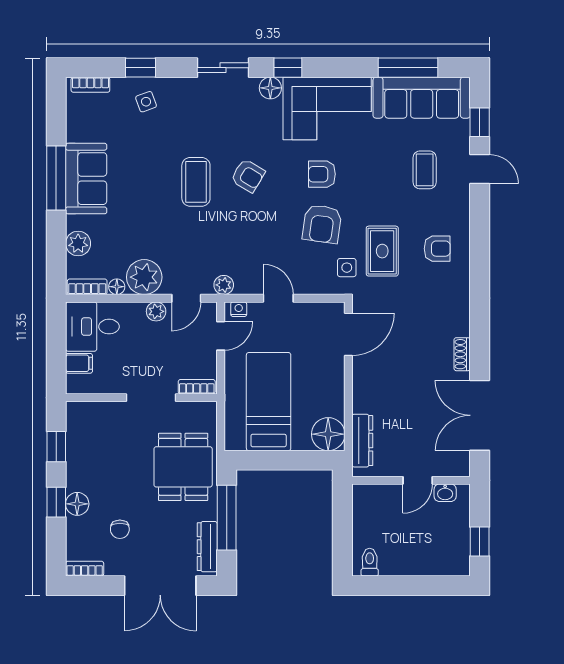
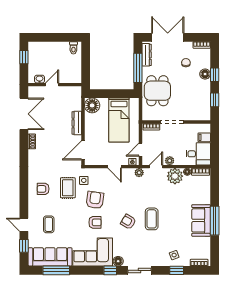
plant: (78, 243) -> (205, 191), removed
dresser: (362, 441) -> (77, 123), moved

